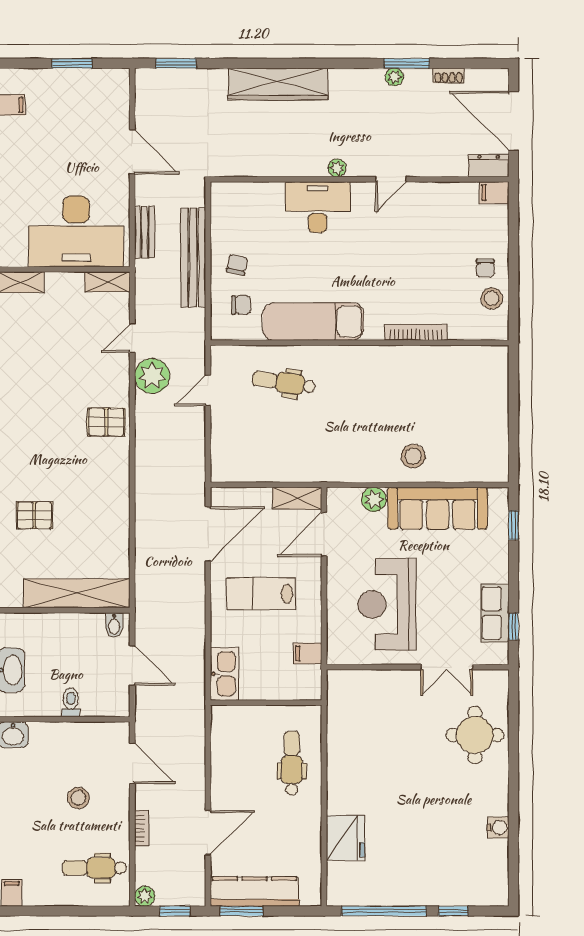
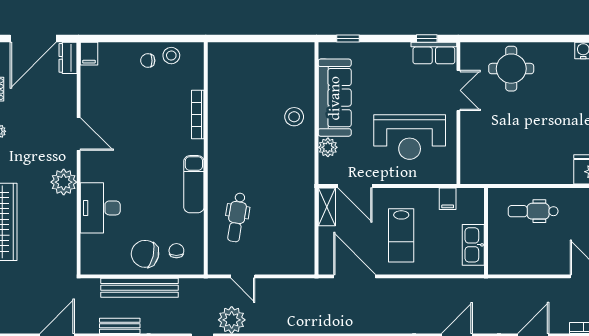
plant: (337, 168) -> (64, 182), width x1.88, depth x1.88
door: (391, 179) -> (79, 134), width x1.38
desk: (318, 207) -> (100, 208), moved
chair: (237, 265) -> (145, 254), width x1.87, depth x1.87
chair: (485, 268) -> (148, 61), turned 180
exam couch: (313, 322) -> (194, 184), width x0.73, depth x0.69
row of seats: (495, 613) -> (434, 53), moved
kitchen sink: (224, 674) -> (473, 245), moved, turned -90

